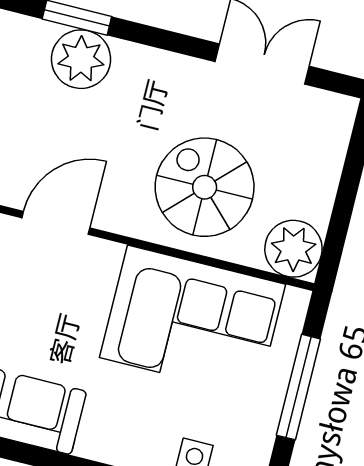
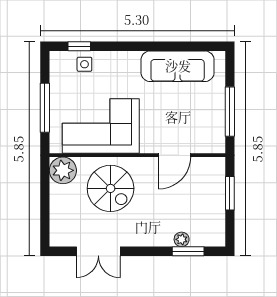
plant: (81, 59) -> (182, 239), width x0.53, depth x0.53

